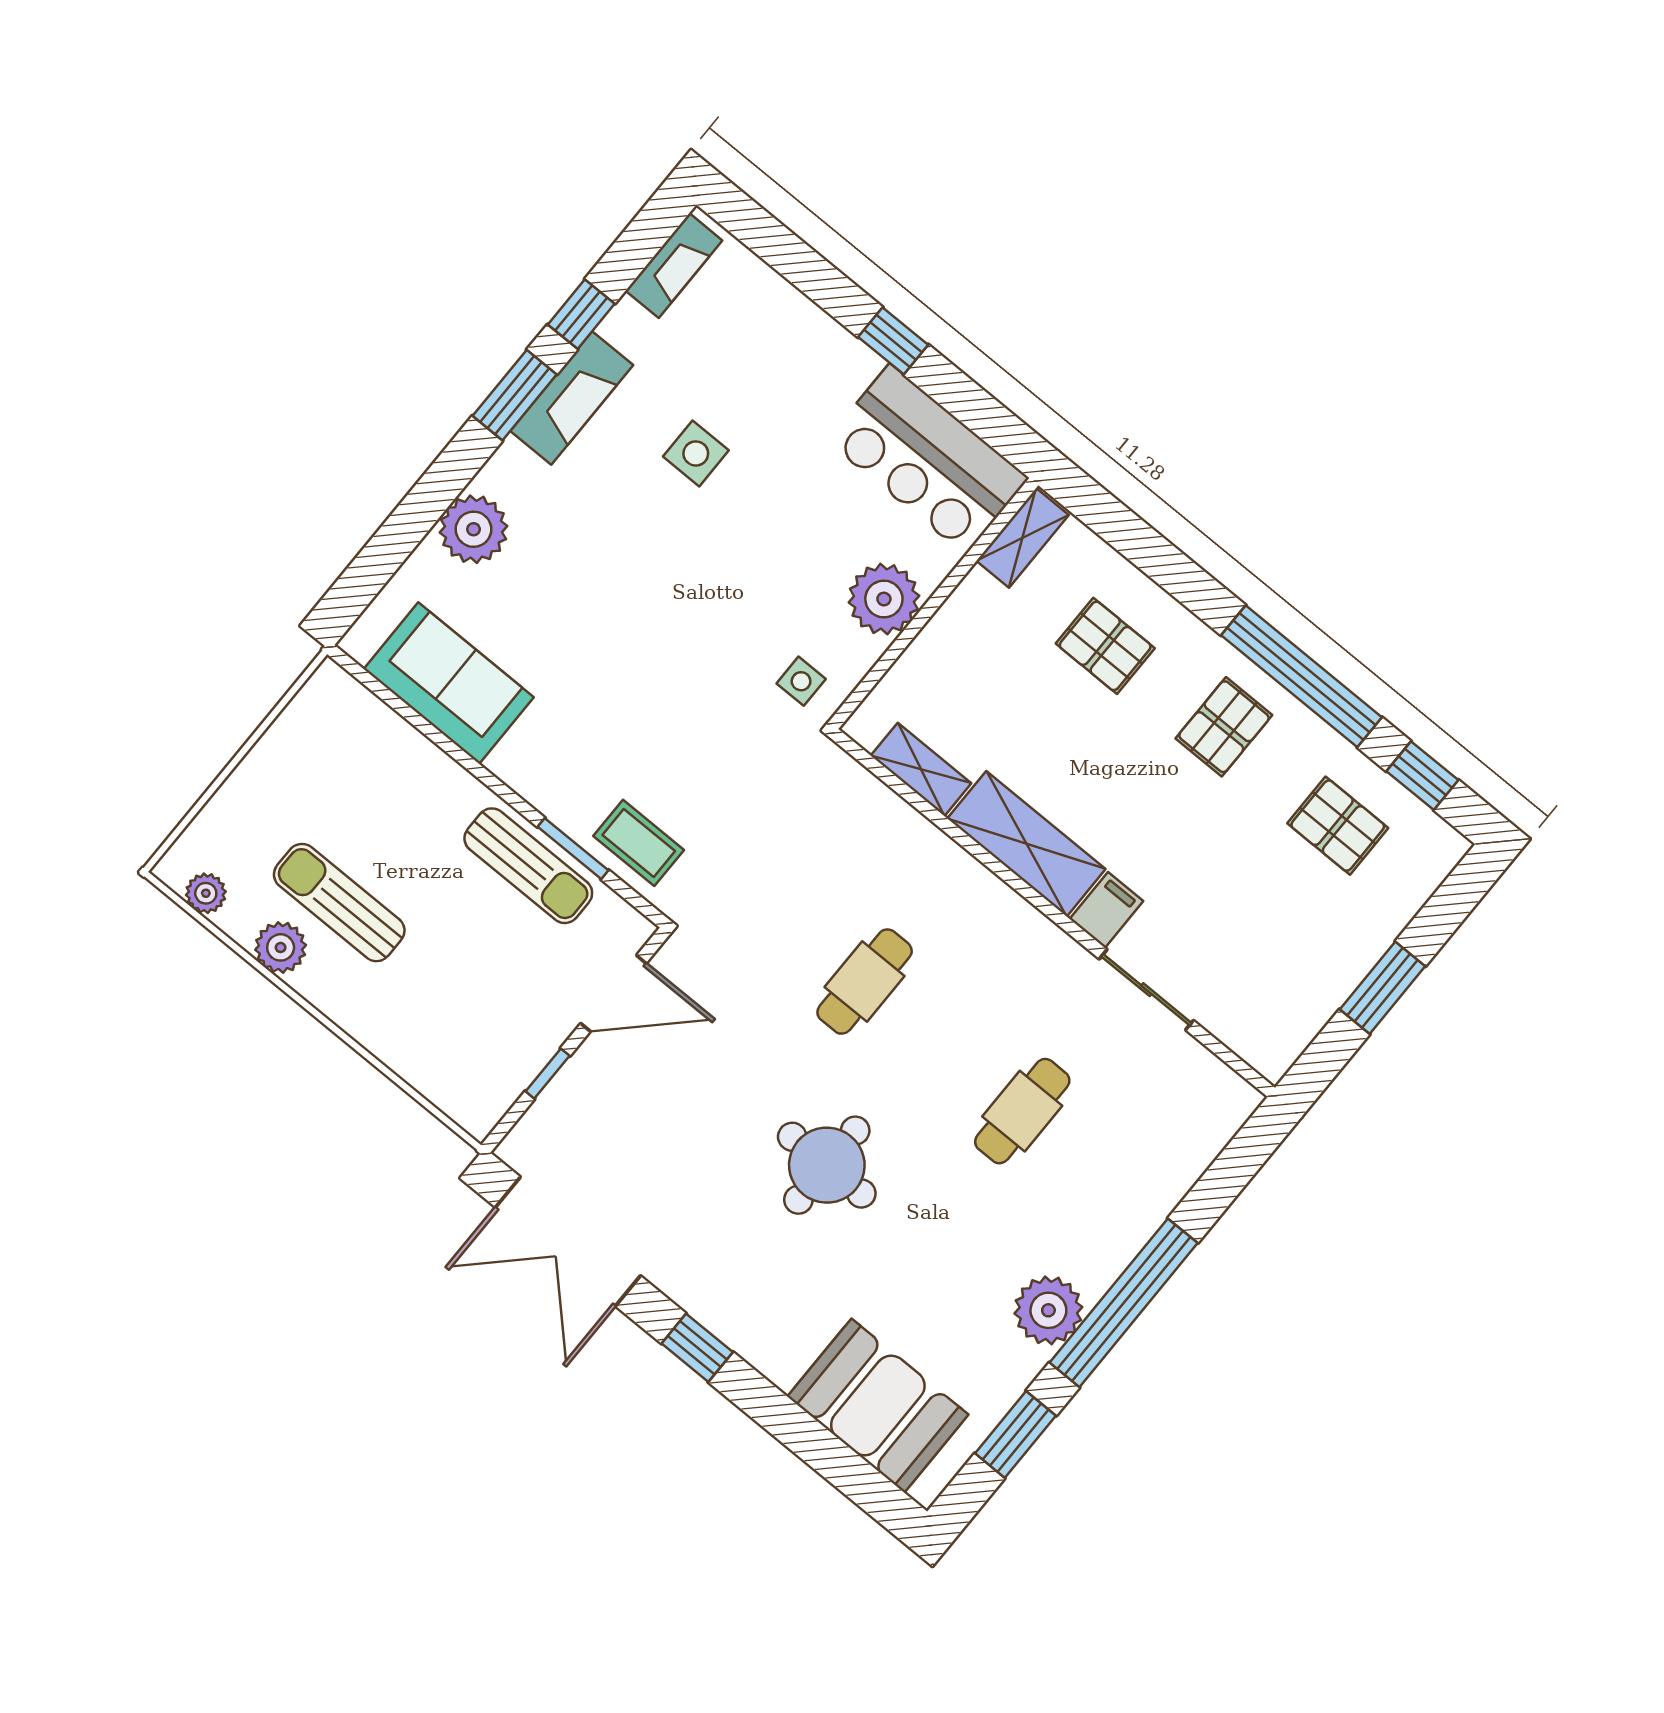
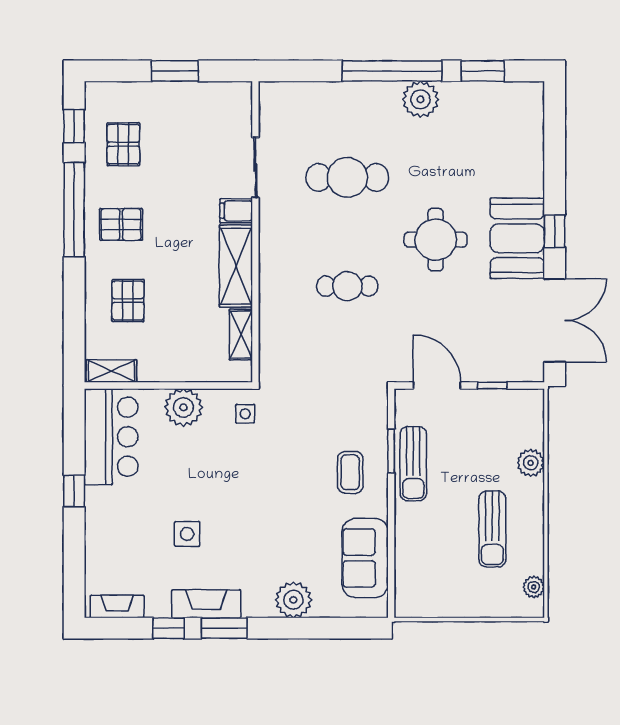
coffee table: (639, 843) -> (350, 472), moved
sun lounger: (528, 866) -> (413, 464), turned 180
plant: (281, 947) -> (531, 463), moved
cafe table: (1022, 1111) -> (347, 177), width x1.37, depth x1.35
booth: (878, 1406) -> (517, 238), moved

